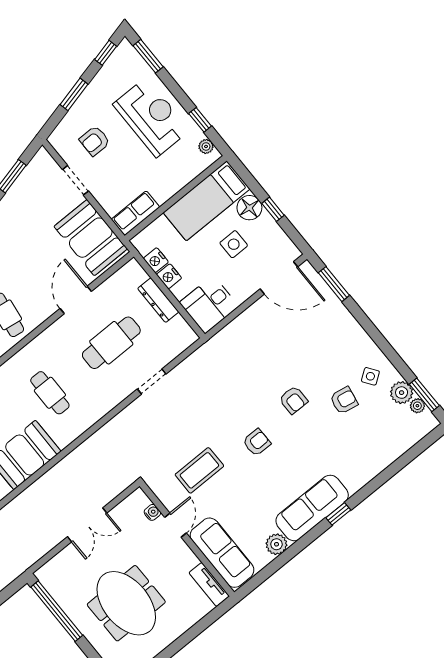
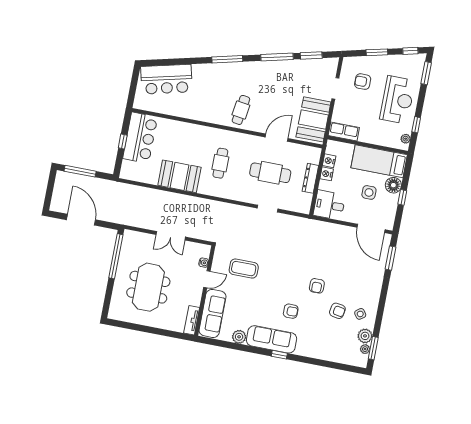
armchair: (257, 442) -> (291, 311), moved

